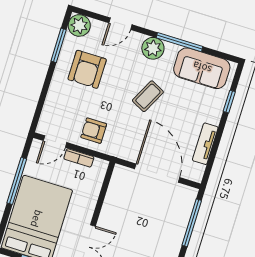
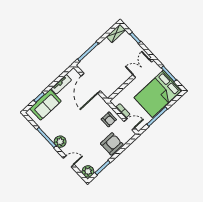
sofa: (202, 68) -> (45, 105), moved, turned 90
armchair: (87, 69) -> (112, 144), moved
coffee table: (148, 96) -> (75, 121), removed

